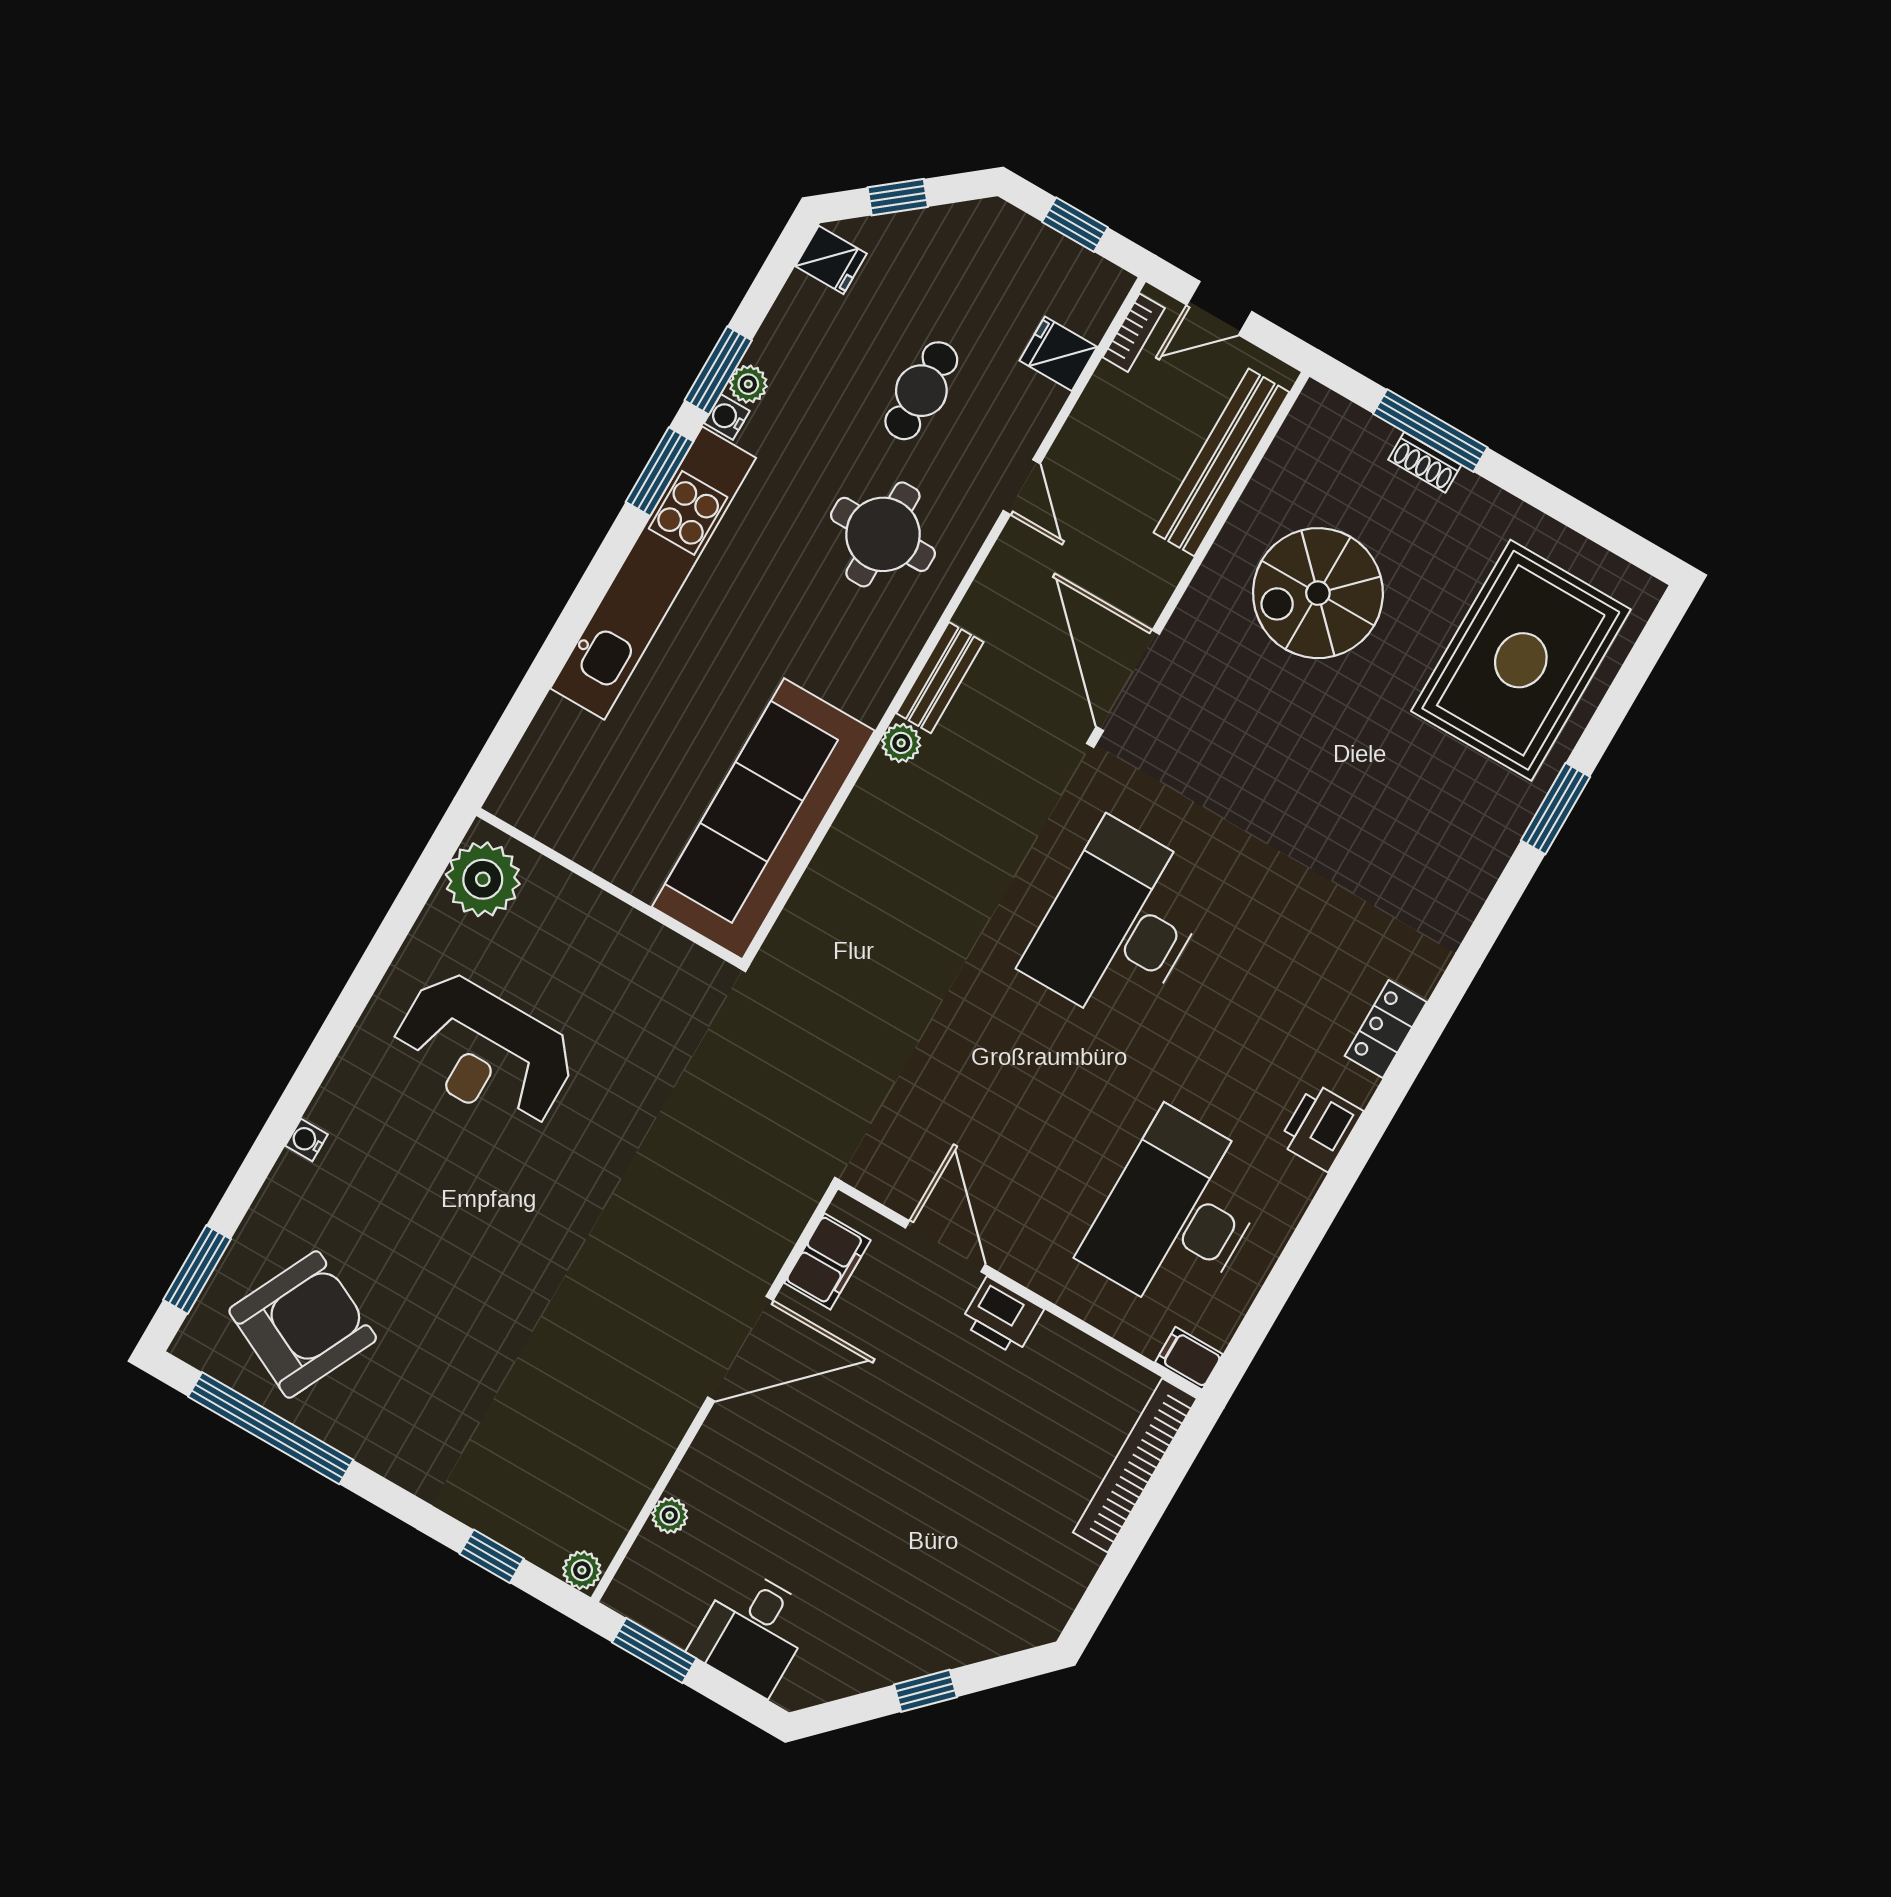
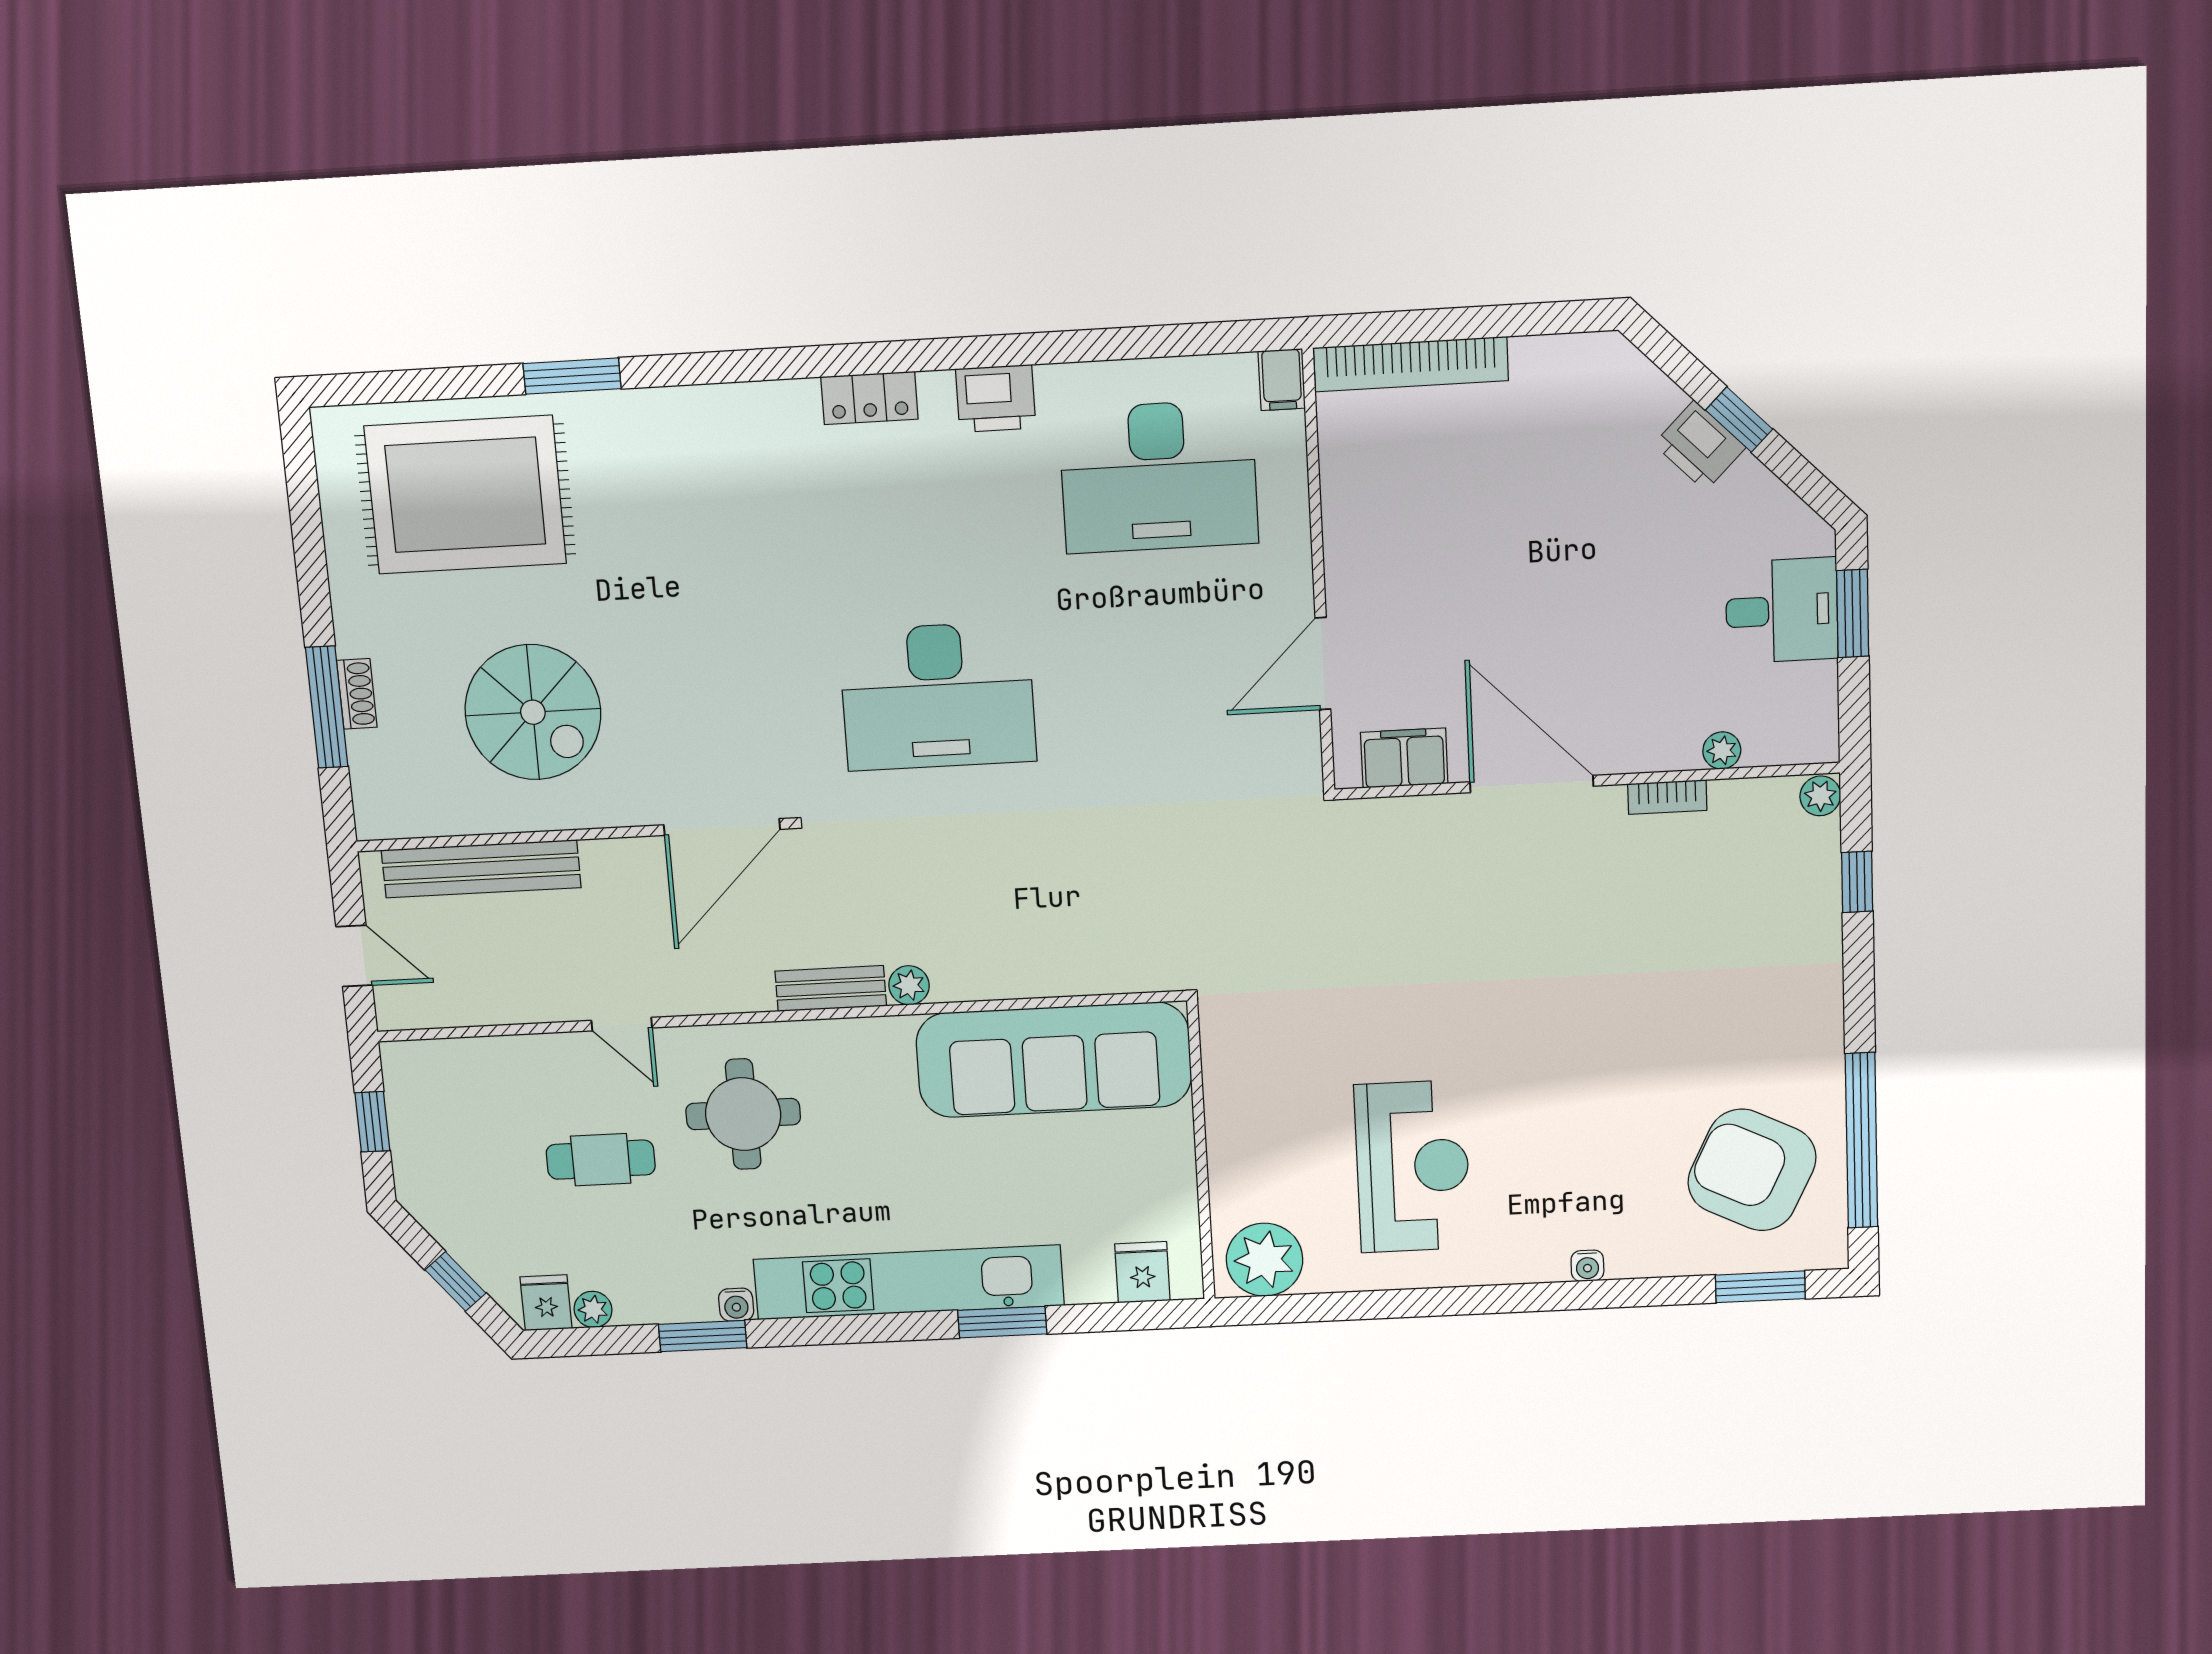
bookcase: (1134, 333) -> (1667, 797), moved, turned 180
fridge: (1058, 354) -> (1142, 1272), moved, turned 180
plant: (748, 384) -> (593, 1309), moved
window: (659, 472) -> (1002, 1322), moved
door: (1022, 487) -> (622, 1024), swing flipped
printer: (1002, 1316) -> (1700, 446), moved, turned 135
window: (654, 1651) -> (1853, 613), moved

